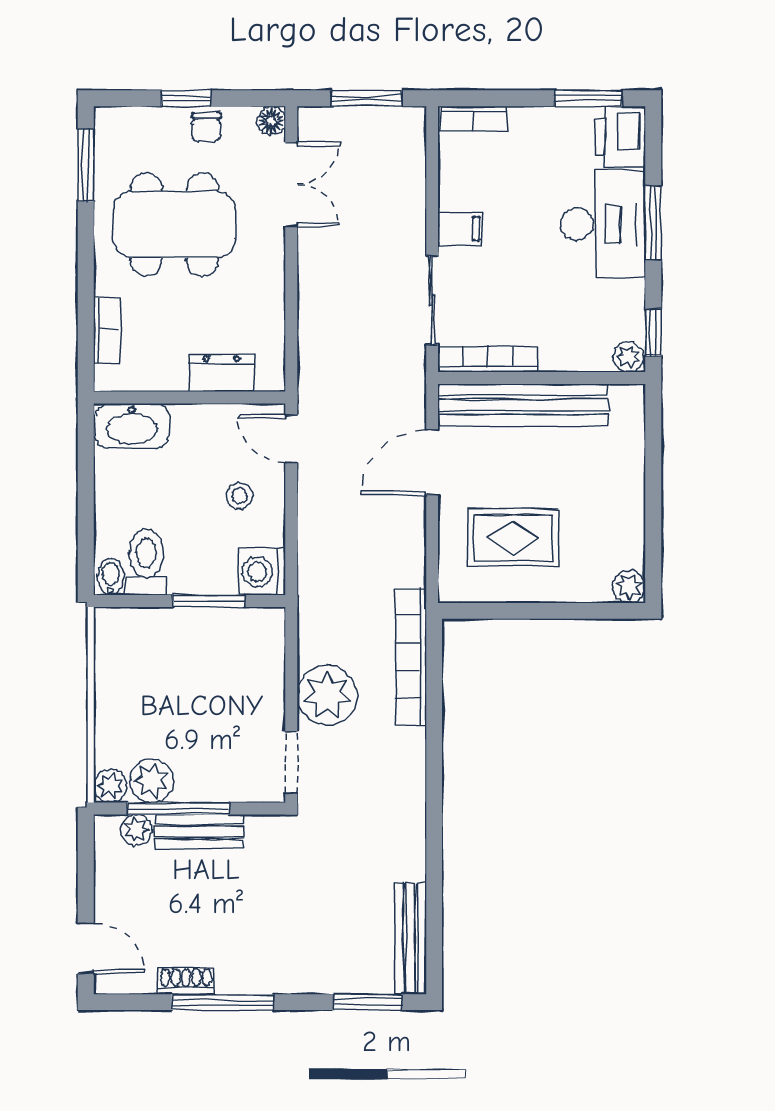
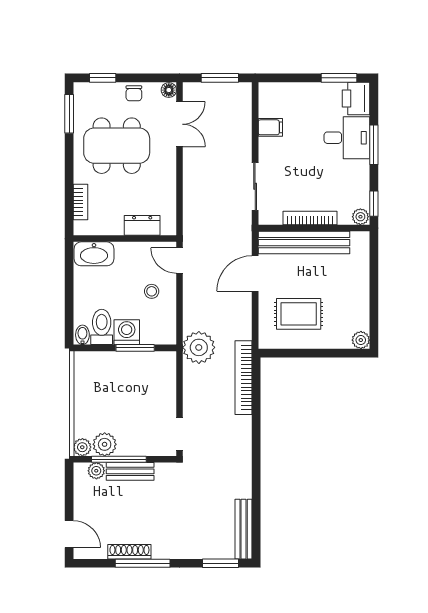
window: (186, 98) -> (103, 78), moved
bookcase: (474, 119) -> (278, 89), removed
desk: (603, 224) -> (347, 138), width x0.73
filing cabinet: (460, 229) -> (270, 127), moved
bookcase: (488, 359) -> (310, 218), moved
washing machine: (262, 572) -> (127, 332), moved, turned 90
plant: (327, 695) -> (199, 347), moved
shoe rack: (186, 981) -> (129, 552), width x1.43

